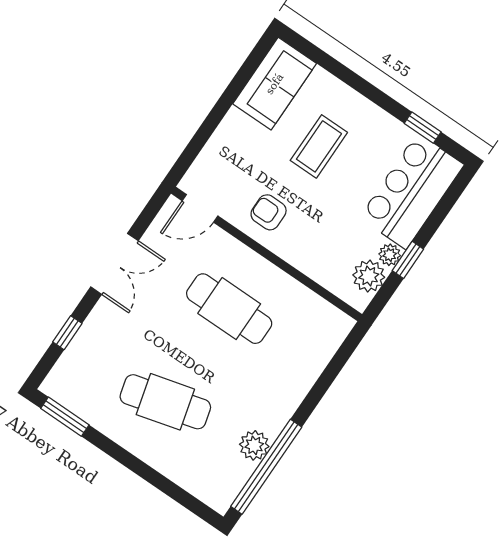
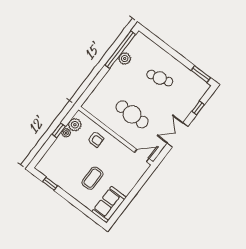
bar counter: (412, 191) -> (56, 158), removed
armchair: (269, 212) -> (96, 139), moved
cafe table: (165, 402) -> (160, 78), width x0.73, depth x0.74

